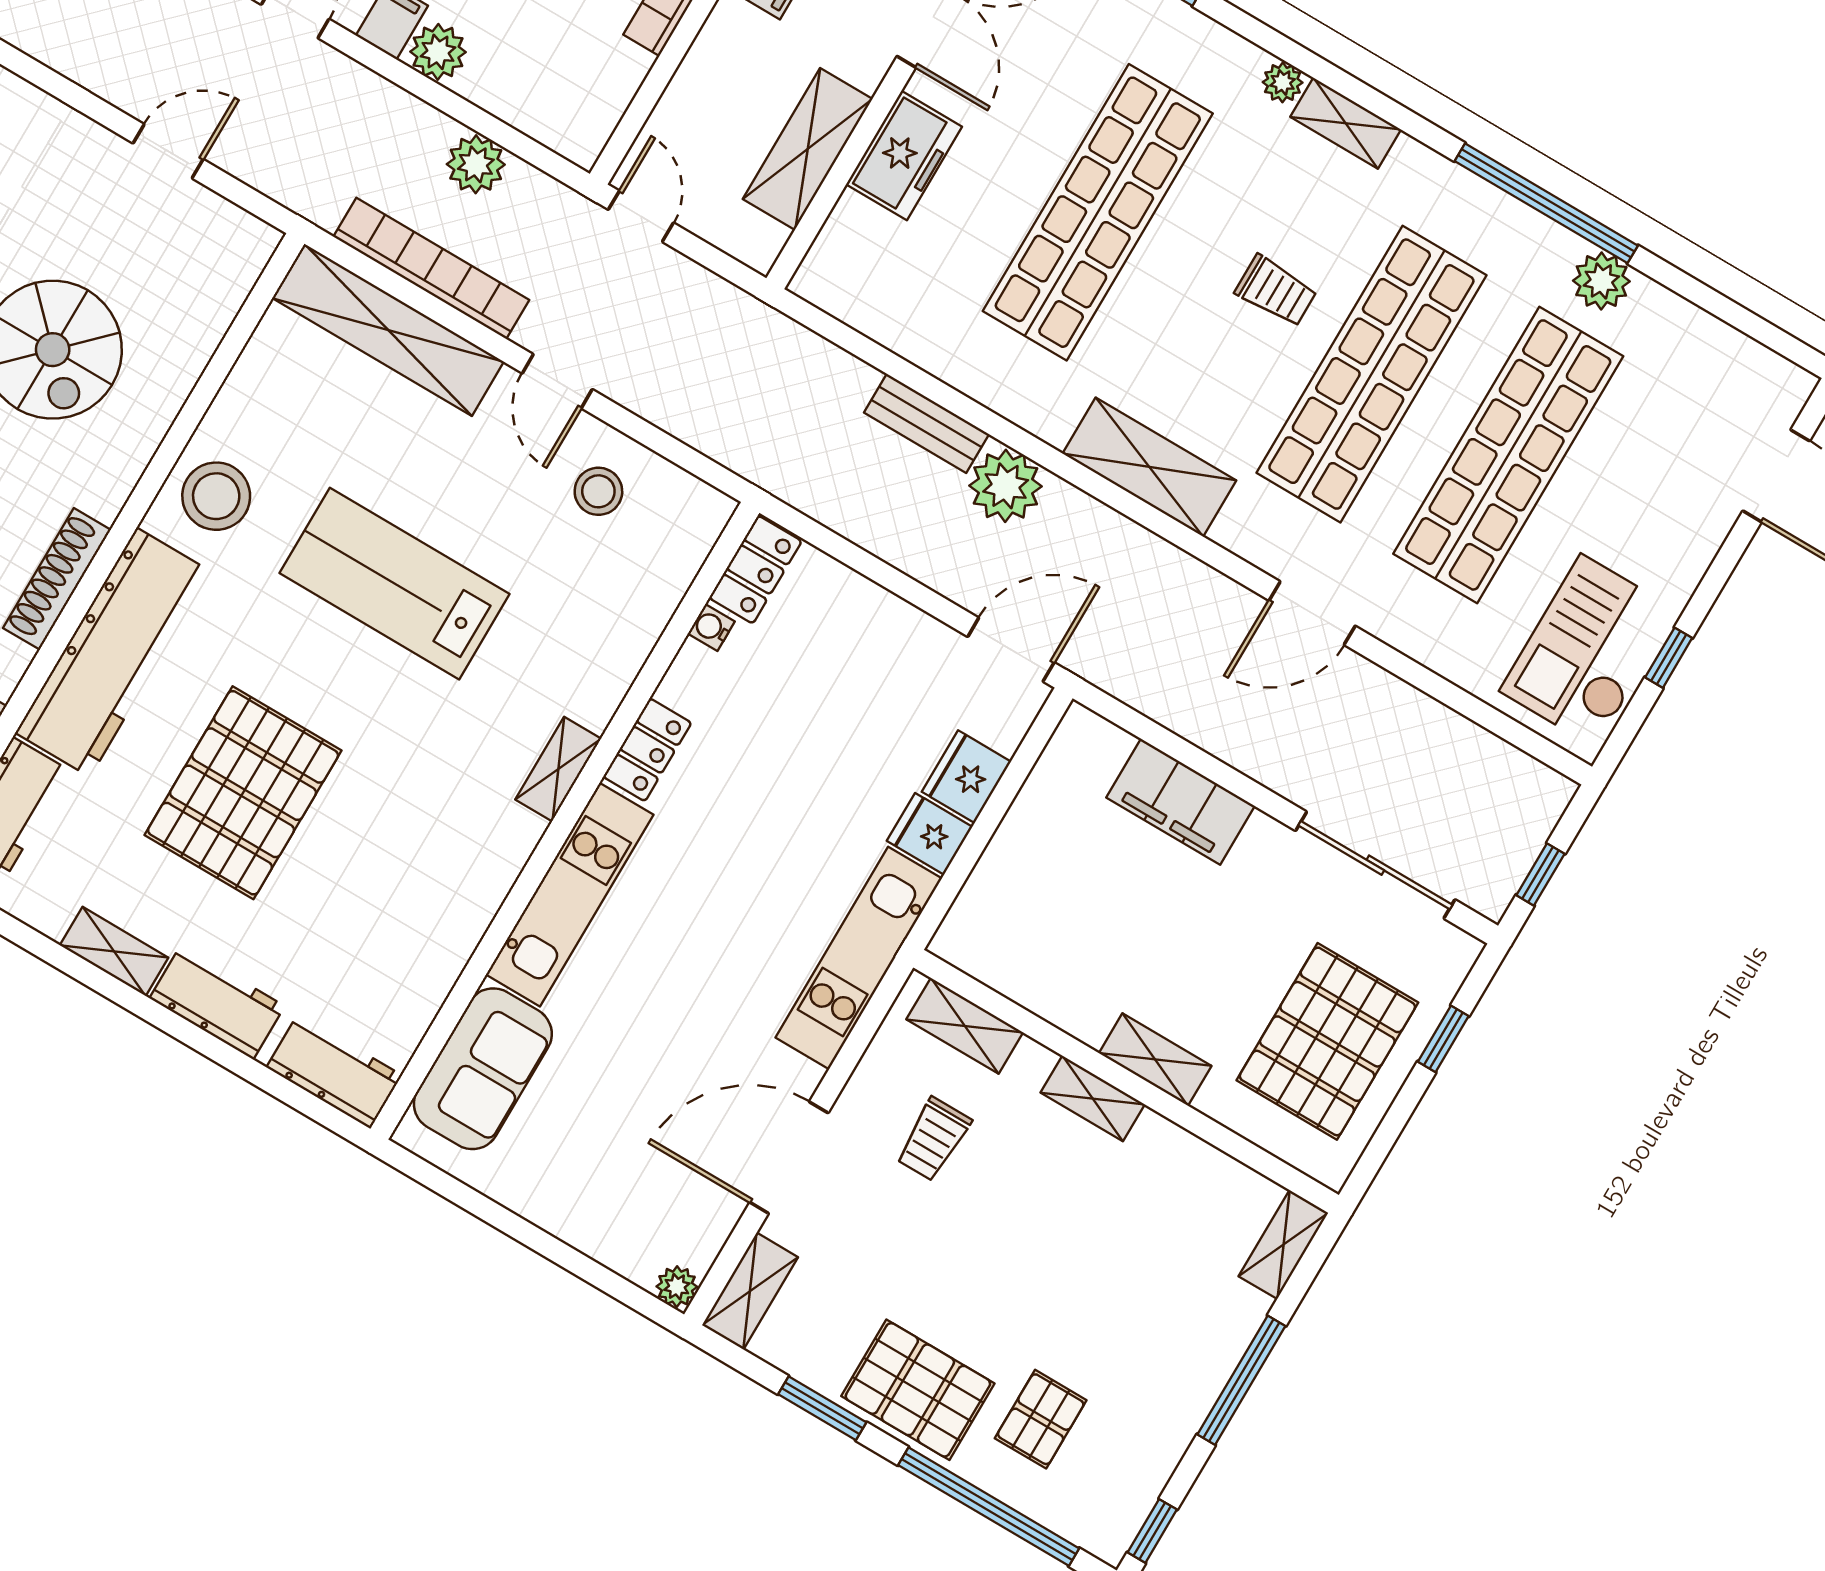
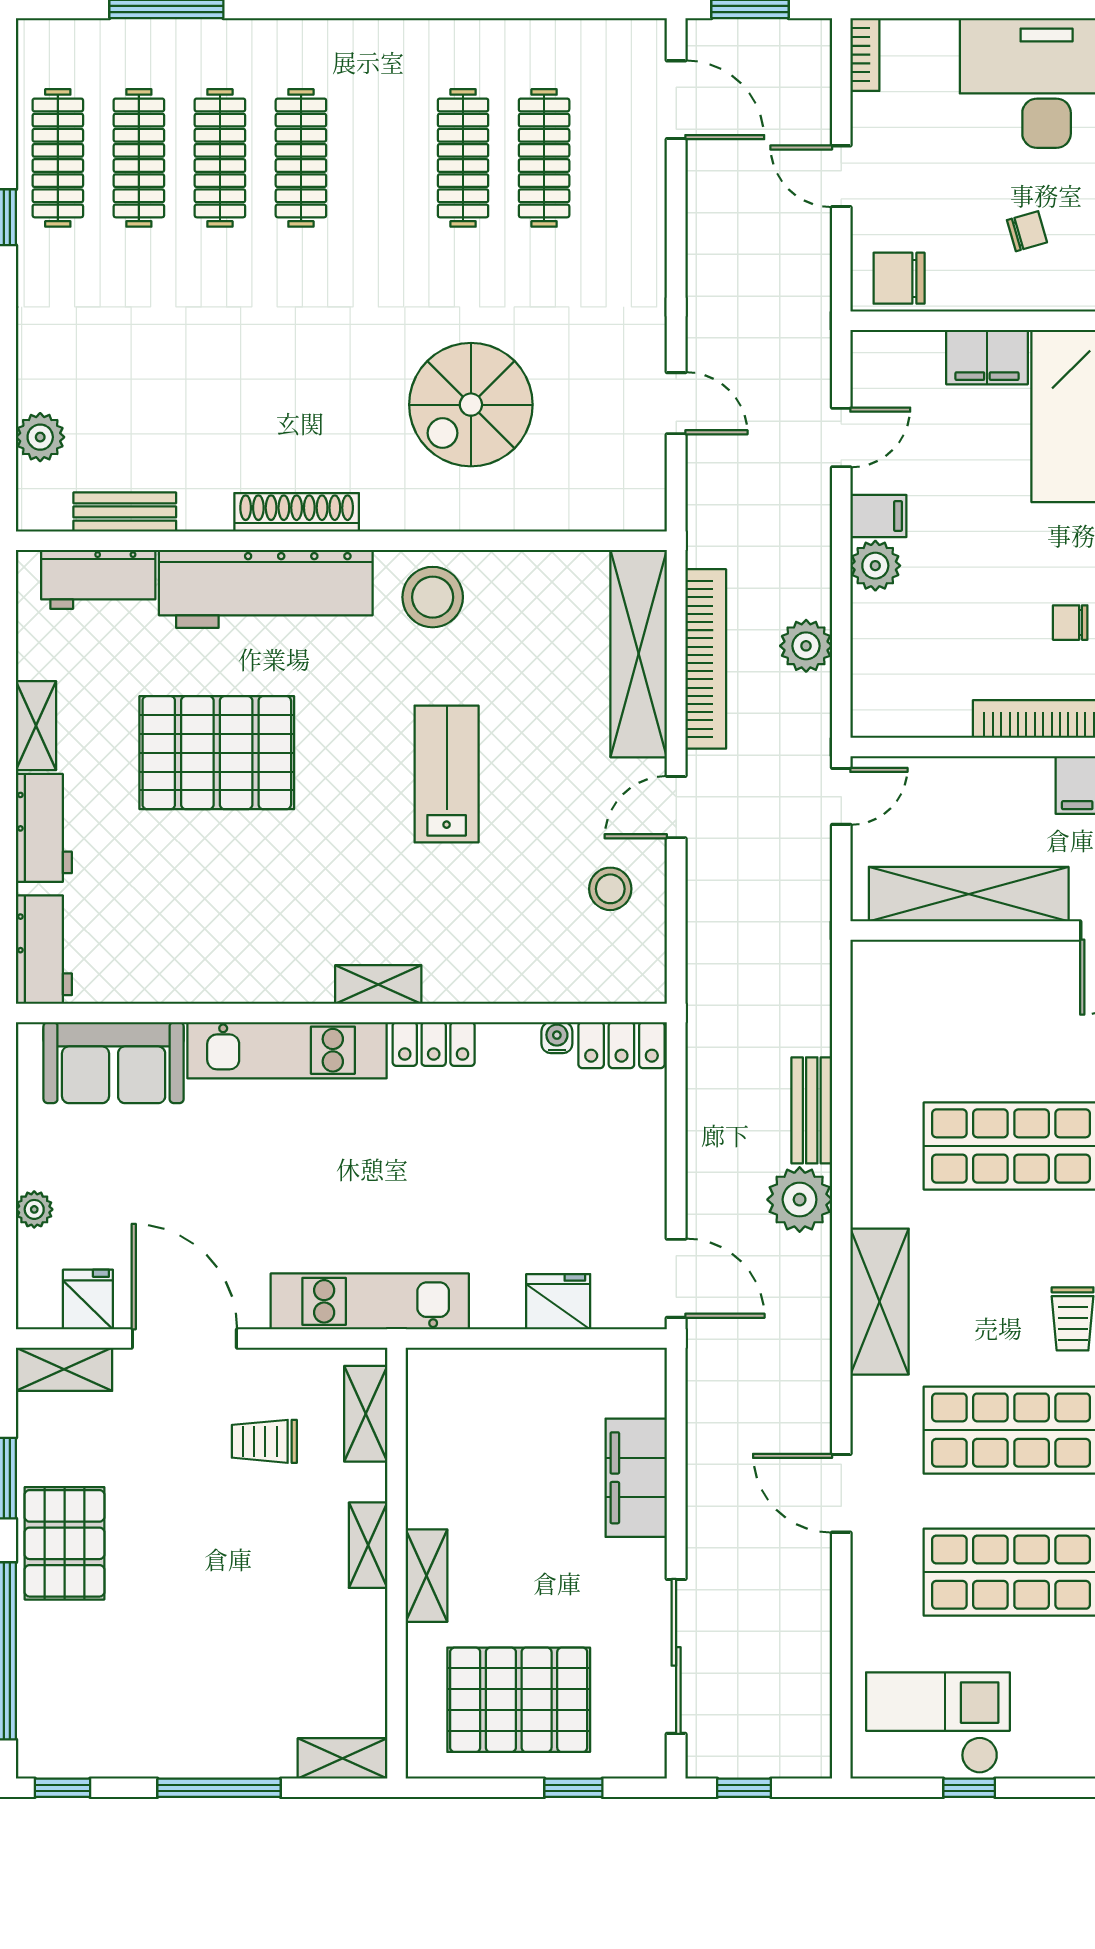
shelving: (808, 149) -> (969, 894), width x1.47
freezer: (904, 156) -> (1008, 971), removed
lab bench: (395, 584) -> (447, 774), width x0.73, depth x0.72
fridge: (930, 834) -> (88, 1299), moved
plant: (677, 1287) -> (34, 1209), moved
pallet: (1041, 1419) -> (98, 1651), removed

